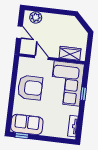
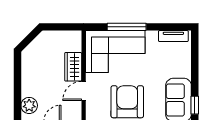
wardrobe: (70, 53) -> (73, 67), moved
window: (83, 94) -> (127, 27), width x2.17

